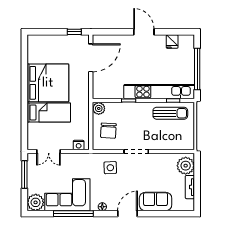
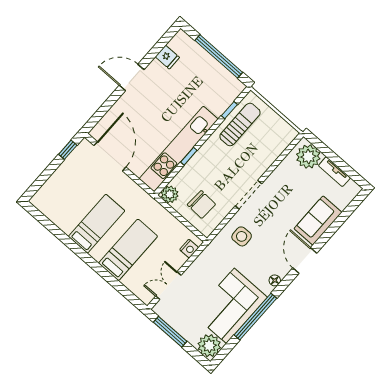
bed: (48, 83) -> (97, 224), width x0.49
kitchen unit: (159, 92) -> (179, 149), moved
double door: (49, 152) -> (168, 286), swing flipped

